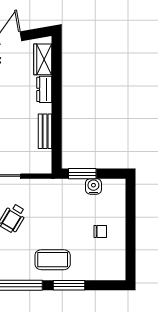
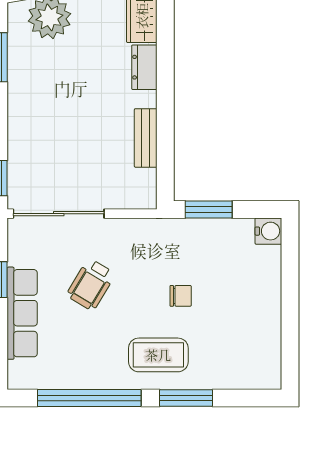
water cooler: (93, 186) -> (268, 231), moved, turned 90
chair: (100, 232) -> (181, 296), moved

